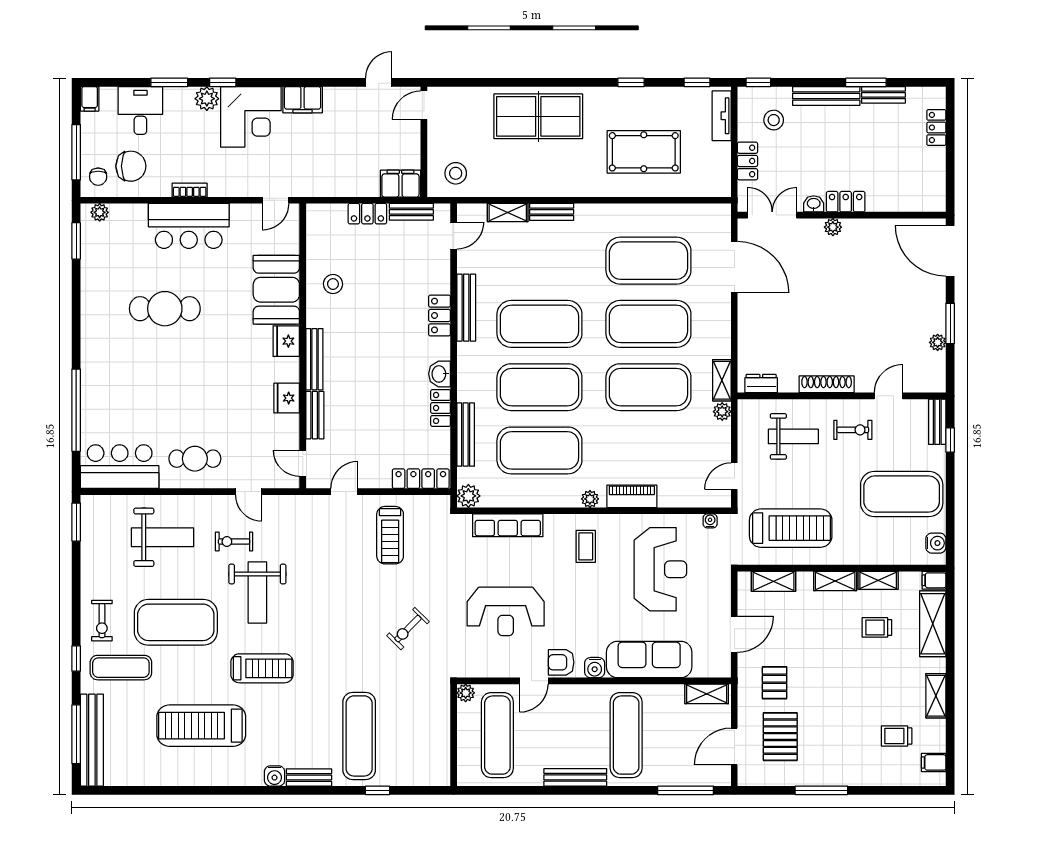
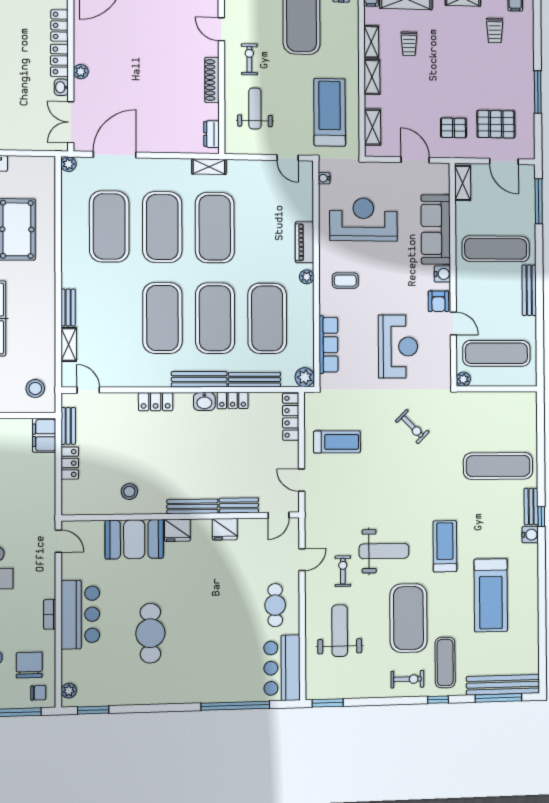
locker: (748, 161) -> (59, 25), moved, turned -90
bench: (466, 308) -> (199, 379), moved
plant: (722, 412) -> (68, 164), moved
exercise bike: (234, 542) -> (343, 571), turned 180
window: (378, 790) -> (541, 517), moved

